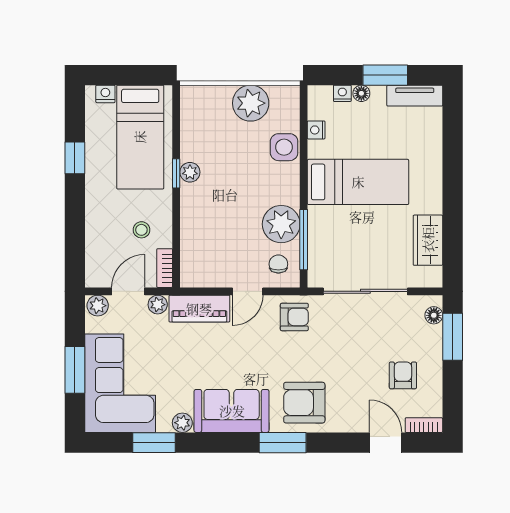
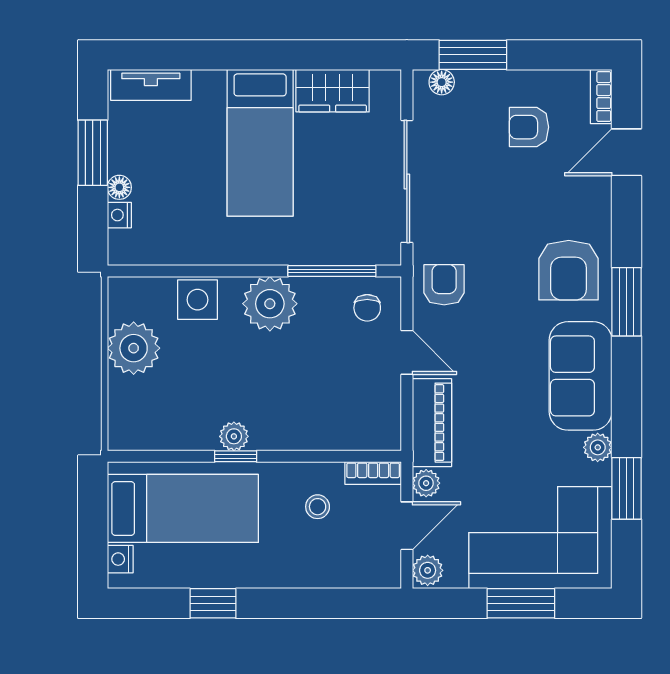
tv unit: (415, 96) -> (151, 85), moved, turned 90
nightstand: (316, 130) -> (173, 253), removed
bed: (358, 182) -> (260, 143), moved, turned 180
plant: (281, 224) -> (270, 304), moved
chair: (278, 264) -> (367, 308), turned -90
door: (128, 291) -> (407, 526), swing flipped

